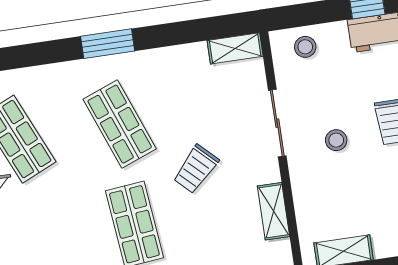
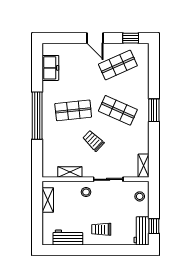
shop shelf: (120, 124) -> (118, 110), turned 45
stool: (336, 140) -> (86, 192), moved

